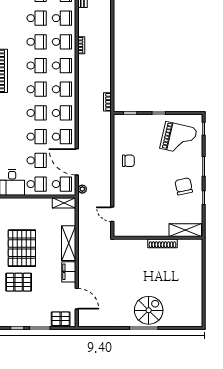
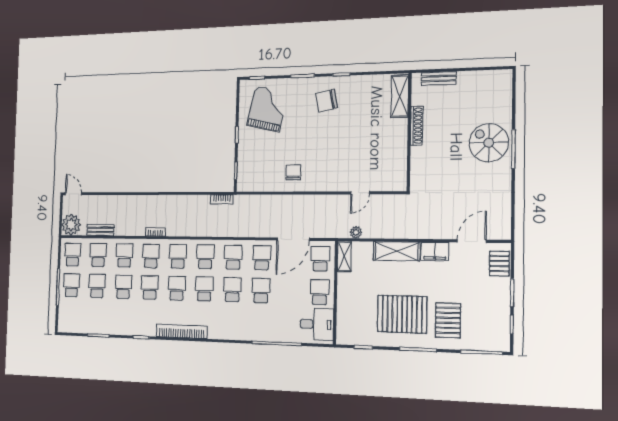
school desk: (37, 160) -> (290, 291), removed
plant: (82, 189) -> (356, 232), moved
shelving: (185, 230) -> (400, 96), moved
wall: (158, 238) -> (409, 132), moved
shoe rack: (162, 243) -> (417, 126), moved
bench: (198, 273) -> (439, 78), added

